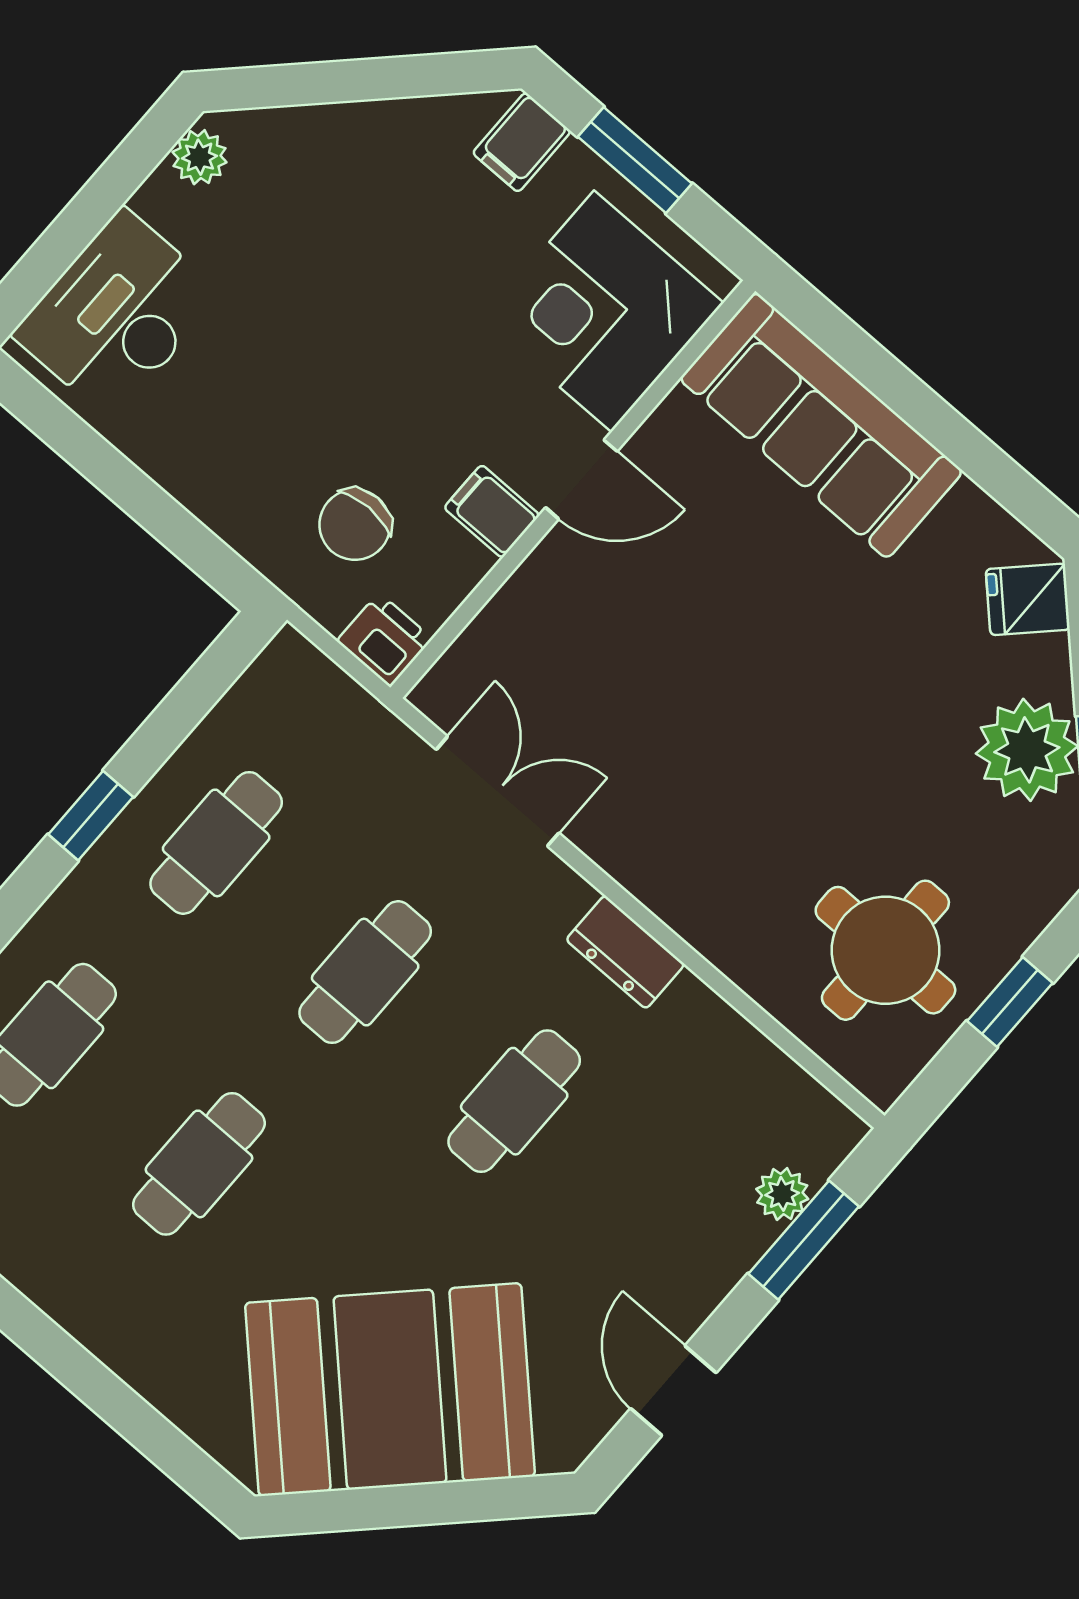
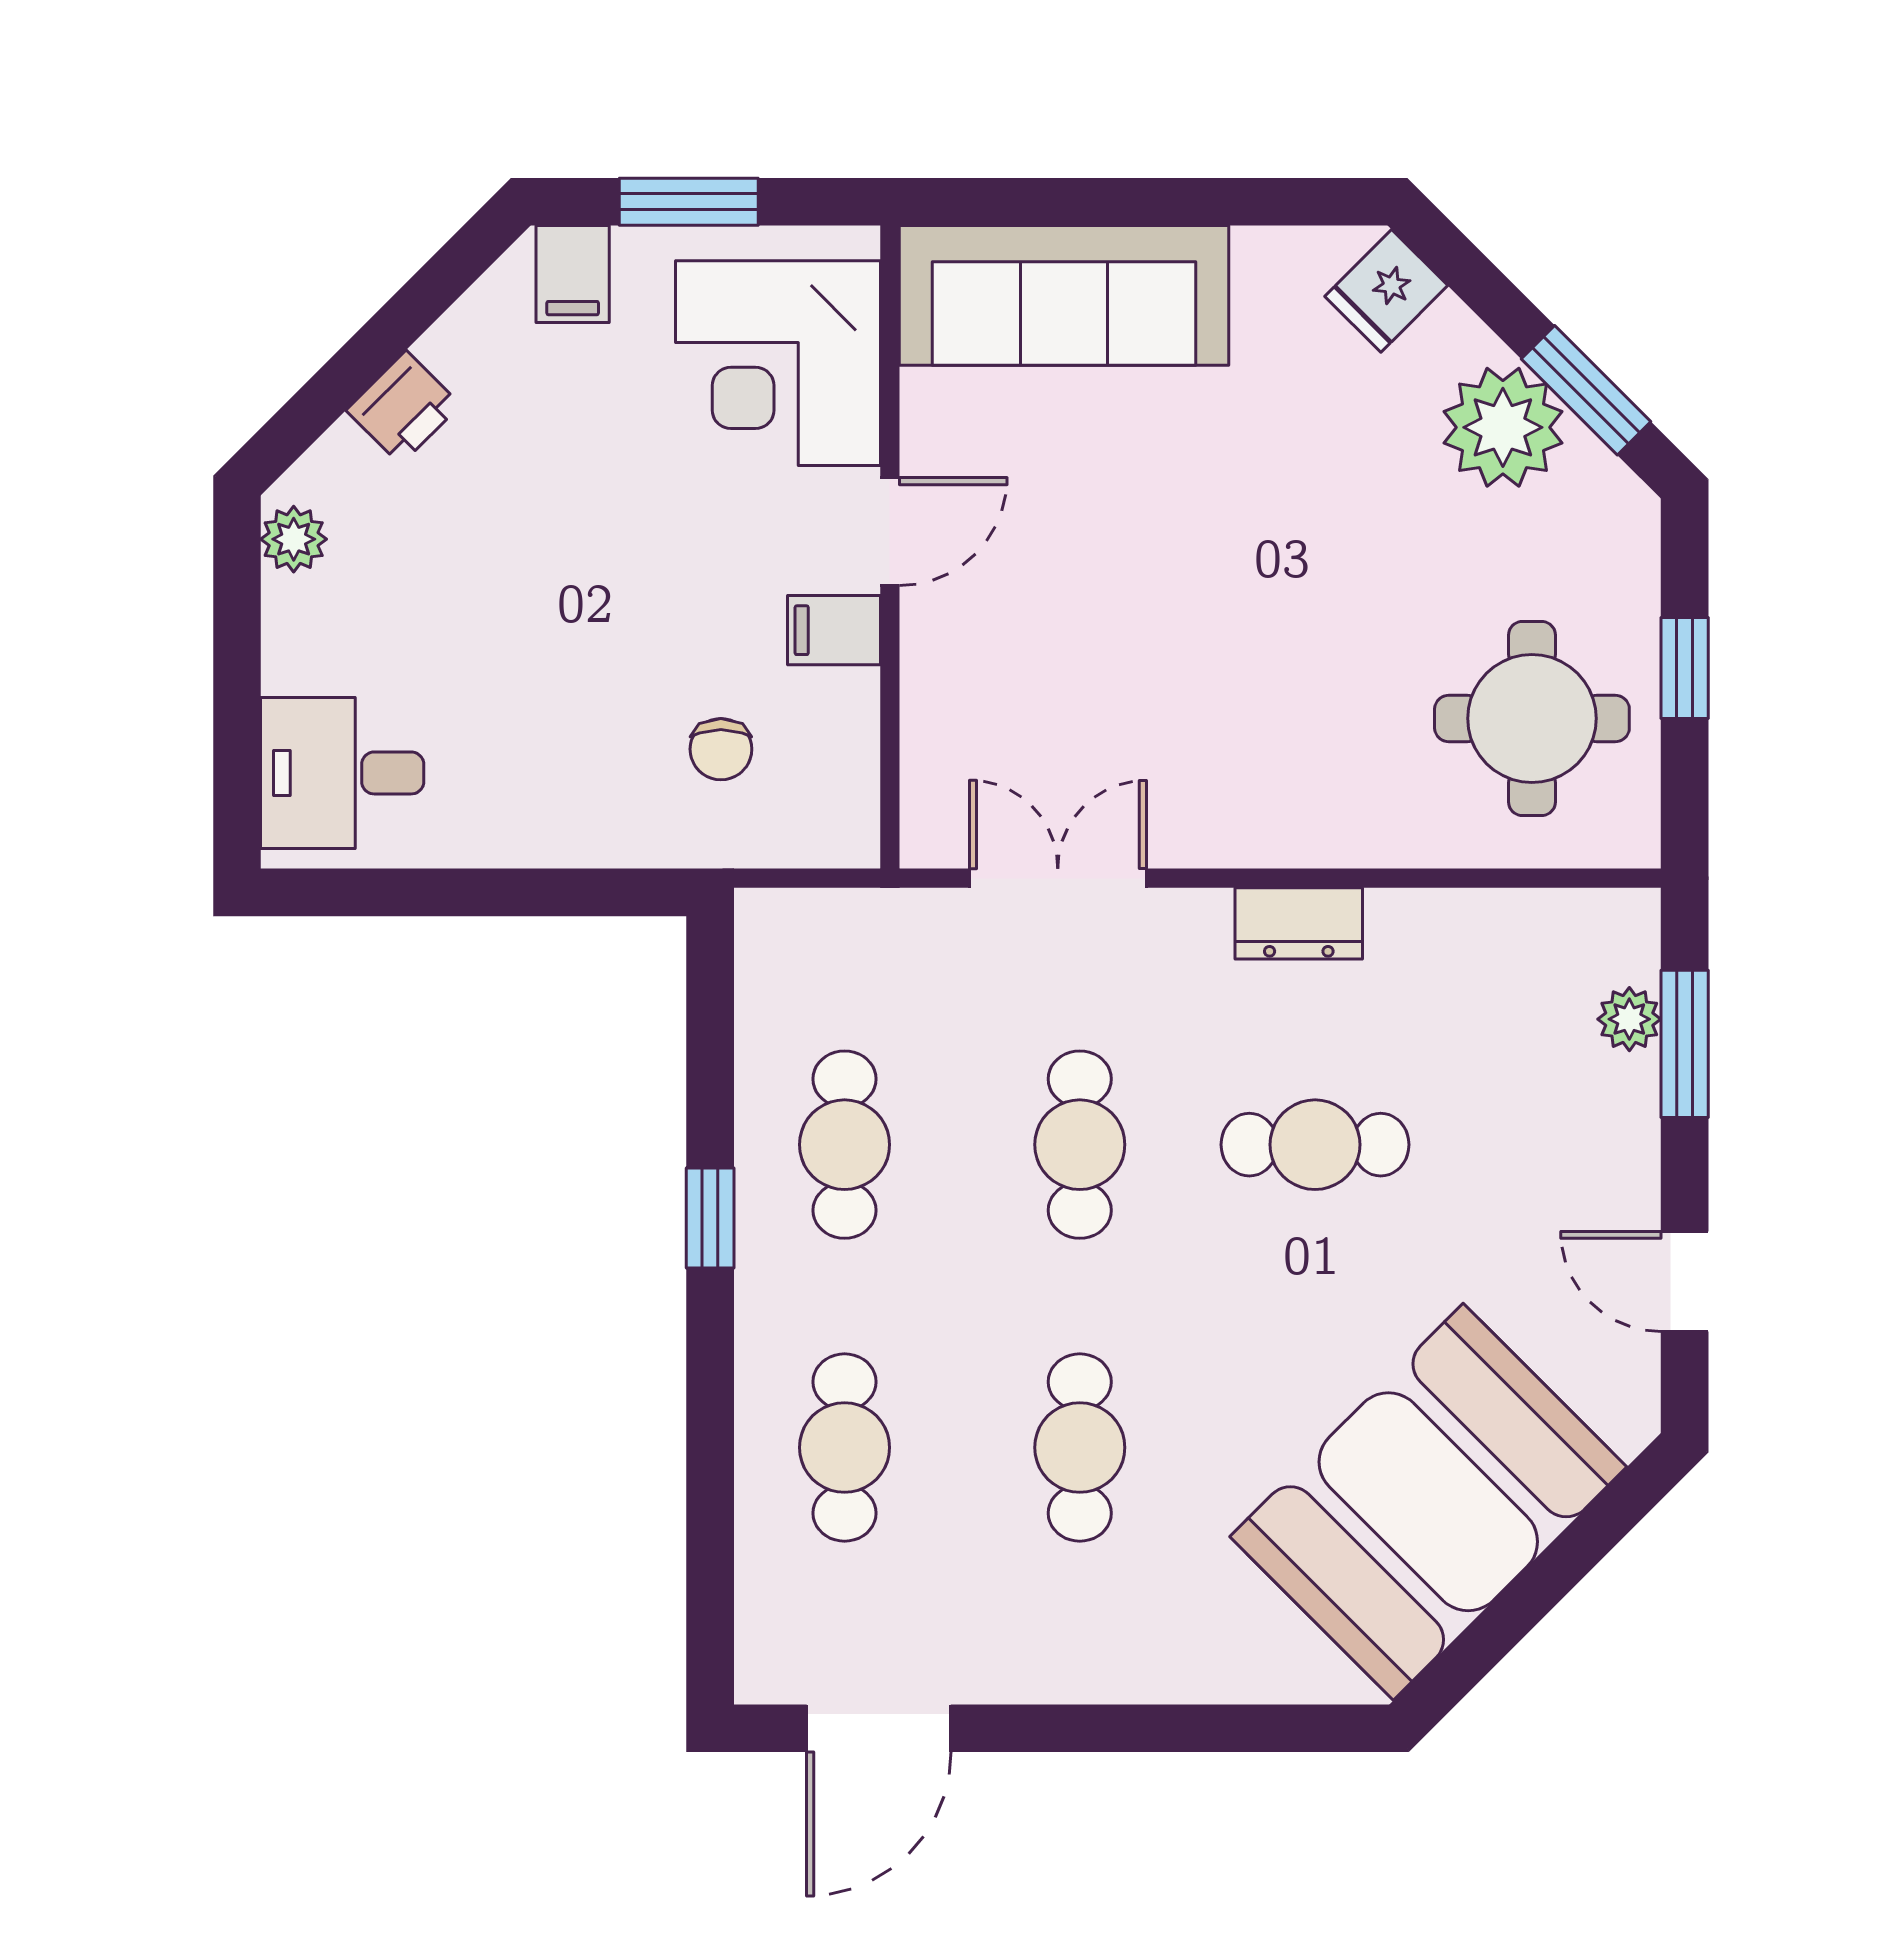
desk: (117, 314) -> (342, 773), width x0.73
chair: (355, 525) -> (721, 749), width x0.73, depth x0.73
printer: (385, 640) -> (403, 408), moved, turned 135
cafe table: (514, 1101) -> (1315, 1145), turned 90

